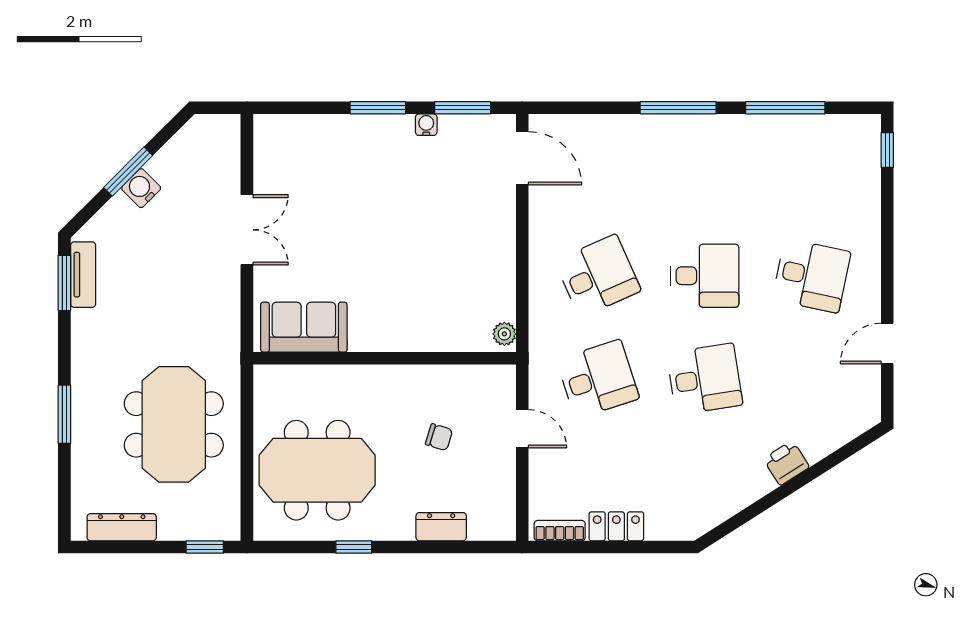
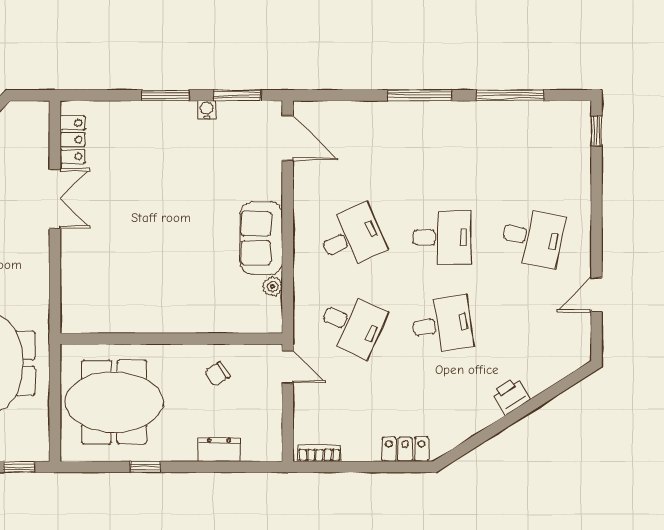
locker: (268, 160) -> (73, 140), added
sofa: (304, 327) -> (261, 238), moved, turned -90
wall: (385, 358) -> (171, 339), moved
desk: (598, 379) -> (352, 325), turned 42
chair: (439, 437) -> (217, 374), turned 130
locker: (616, 526) -> (405, 449), moved

